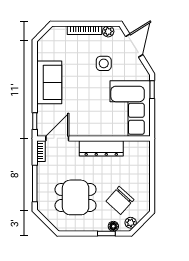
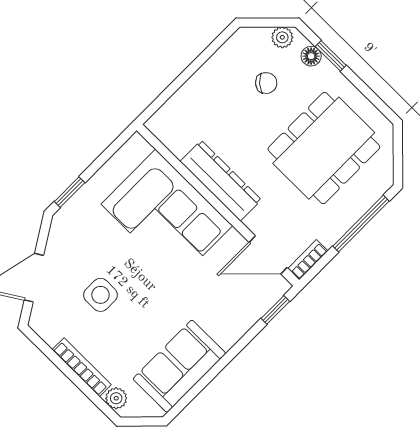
plant: (108, 31) -> (116, 398), moved
sofa: (49, 82) -> (179, 366), moved
corner sofa: (130, 108) -> (167, 215), moved, turned 90
dining table: (76, 197) -> (324, 148), width x1.38
chair: (120, 200) -> (266, 83), width x0.54, depth x0.54

